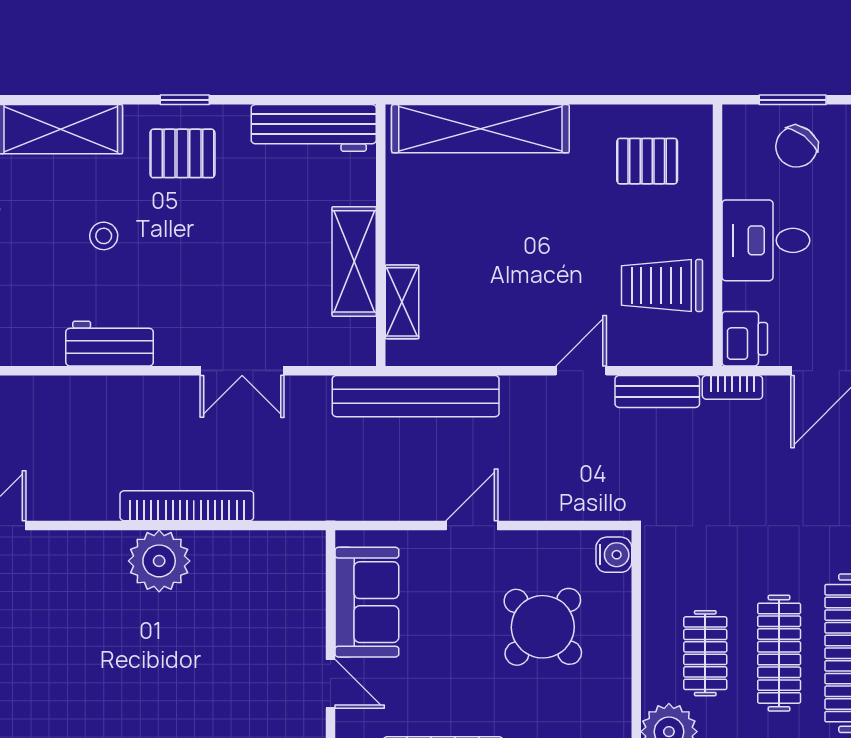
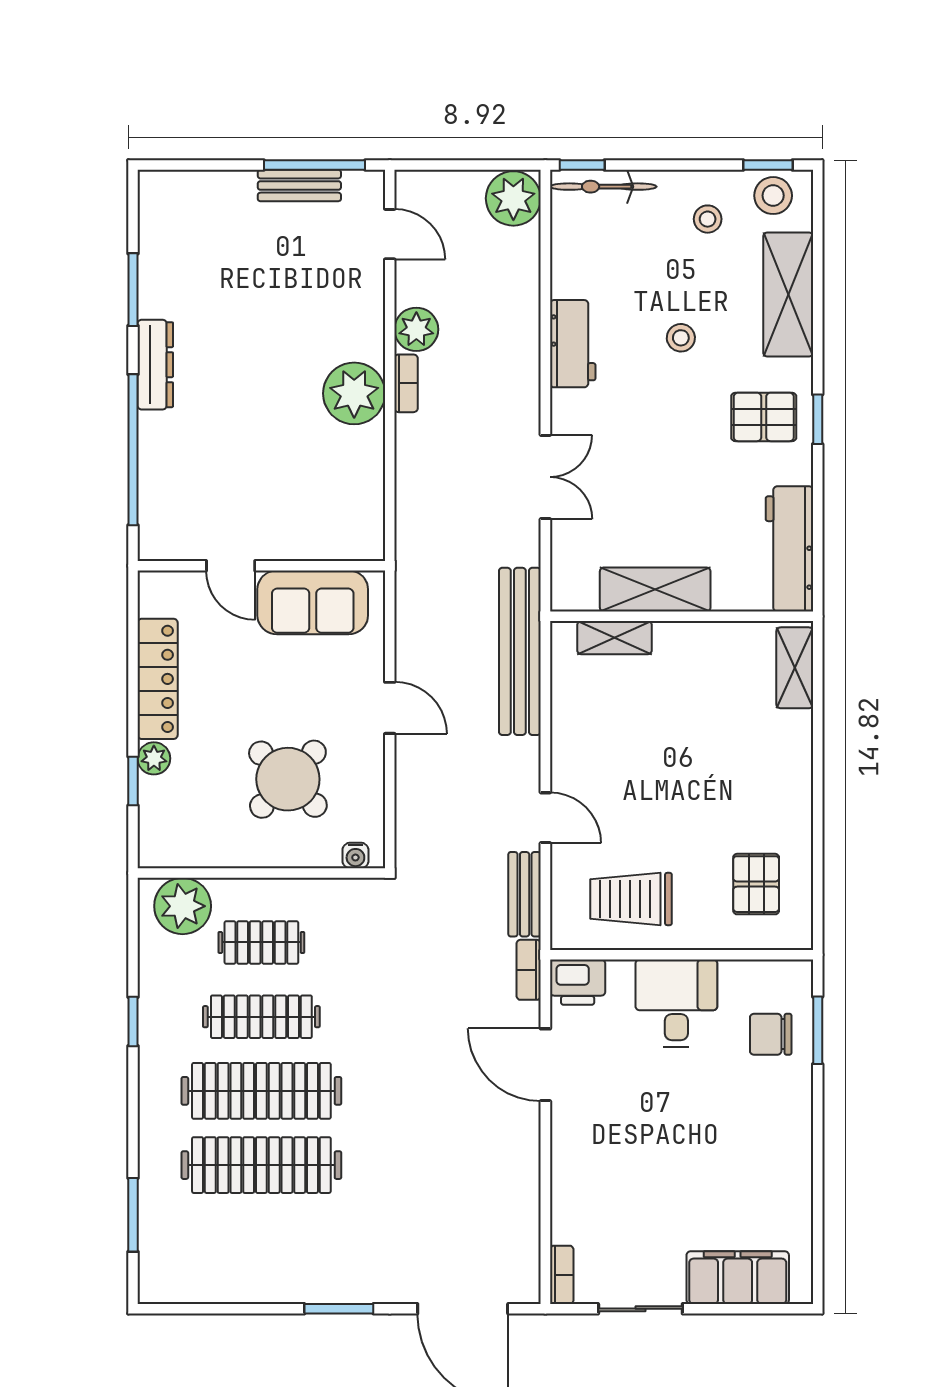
shelving: (480, 129) -> (795, 668), width x0.45, depth x0.75
chair: (797, 147) -> (771, 1034), turned -37
pallet: (182, 153) -> (764, 417), turned 90
trolley: (662, 285) -> (631, 899), turned -90
double door: (242, 371) -> (545, 477), swing flipped
plant: (95, 499) -> (416, 329), added
bookcase: (187, 506) -> (406, 383), width x0.43, depth x0.76
water cooler: (614, 555) -> (355, 855), width x0.72, depth x0.72
door: (330, 684) -> (231, 566), hinge flipped

